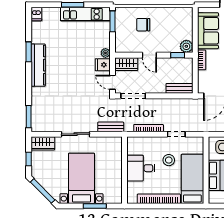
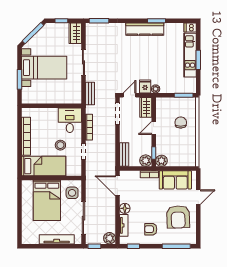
kitchen unit: (85, 14) -> (190, 55), moved
plant: (186, 64) -> (146, 161), added
desk: (141, 168) -> (70, 120), moved

